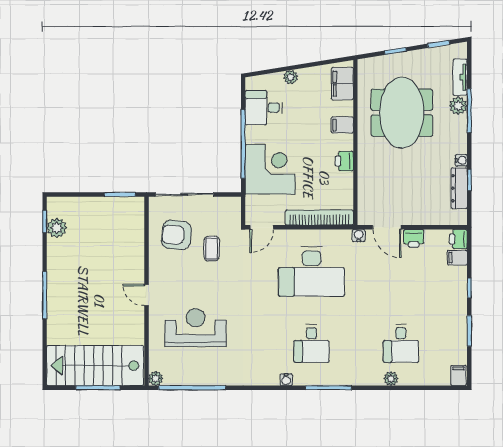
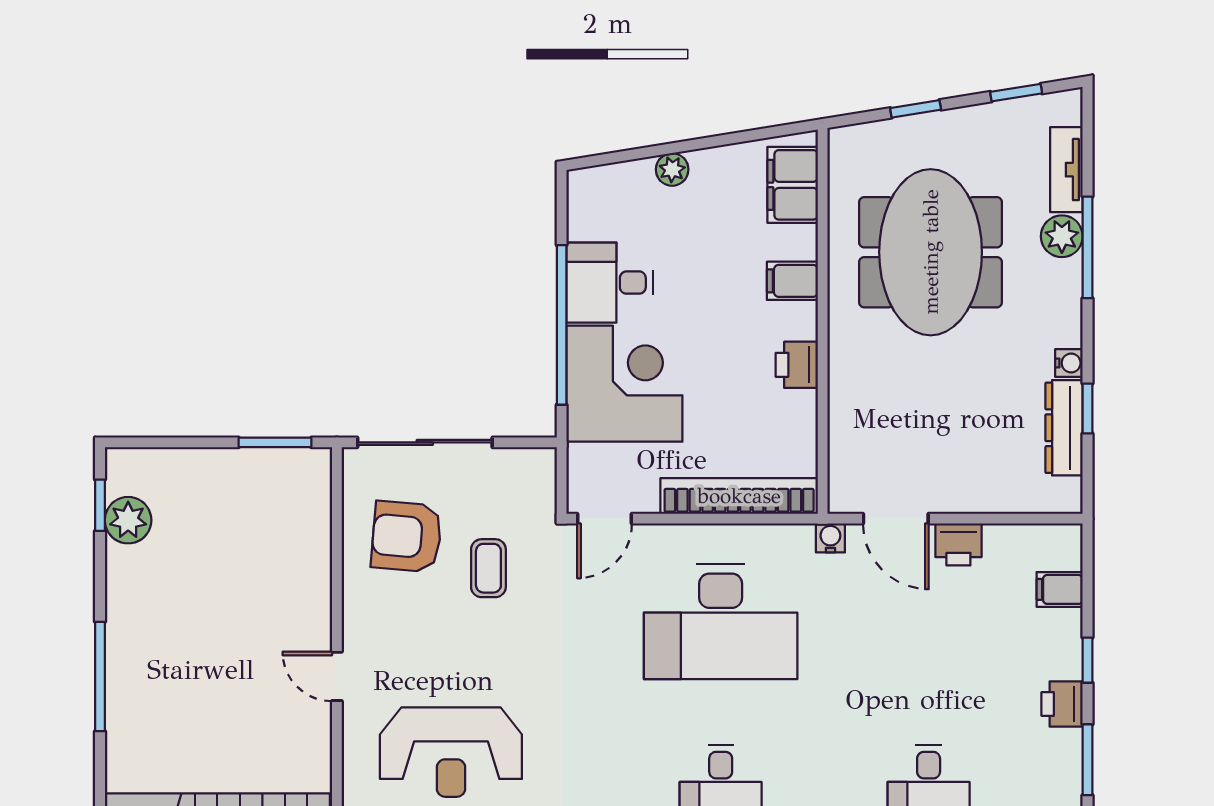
desk: (264, 108) -> (610, 283), moved
printer: (458, 239) -> (1062, 704), moved
reception desk: (196, 328) -> (451, 752), turned 180

